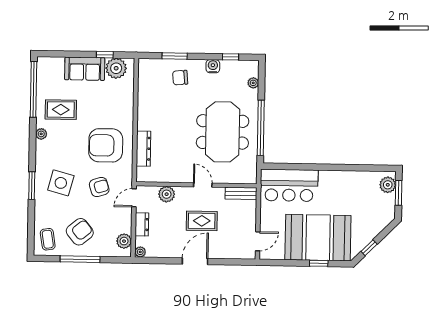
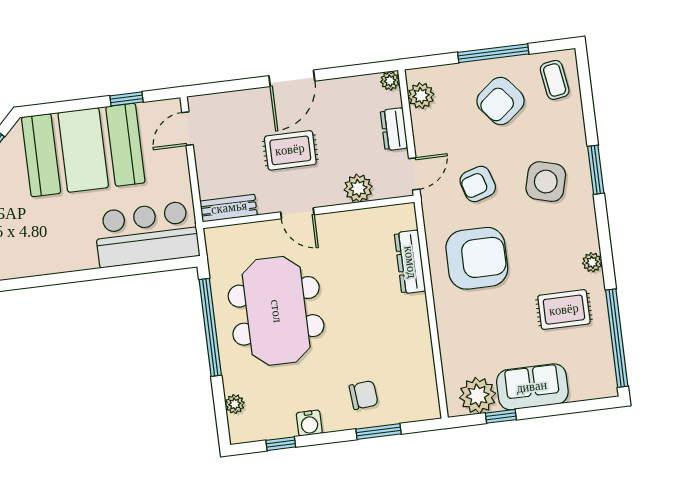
window: (319, 263) -> (127, 99), moved

